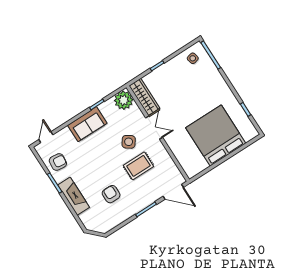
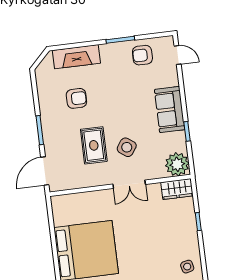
wardrobe: (144, 97) -> (177, 189), width x0.67
armchair: (58, 162) -> (142, 55), turned 84
fireplace: (74, 196) -> (76, 57), moved

